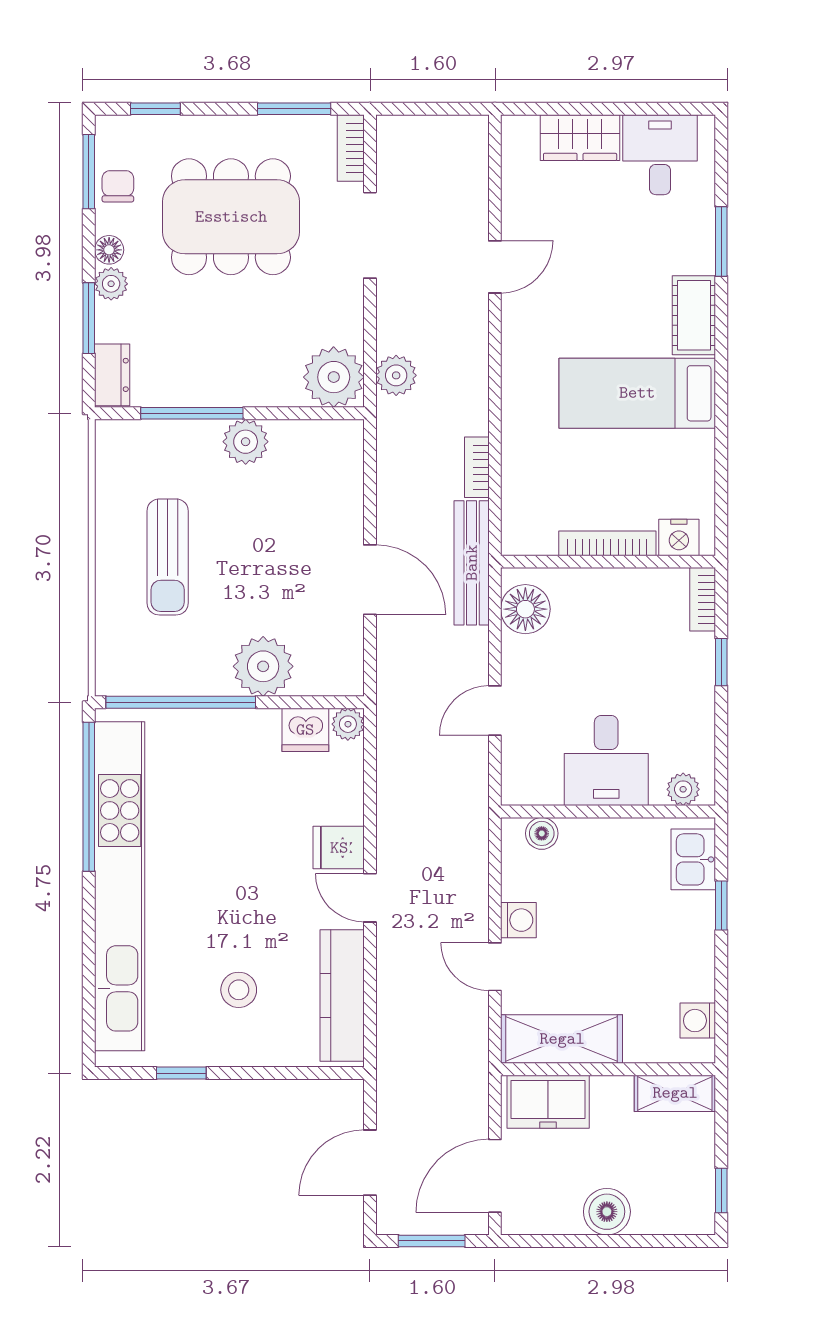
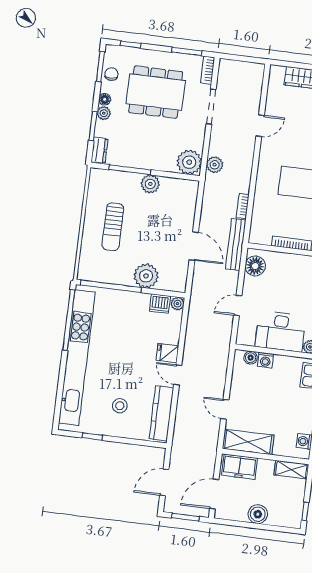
desk: (606, 760) -> (280, 331), width x1.37
washing machine: (518, 920) -> (265, 360), moved, turned 90

